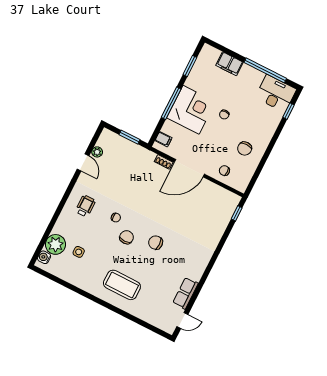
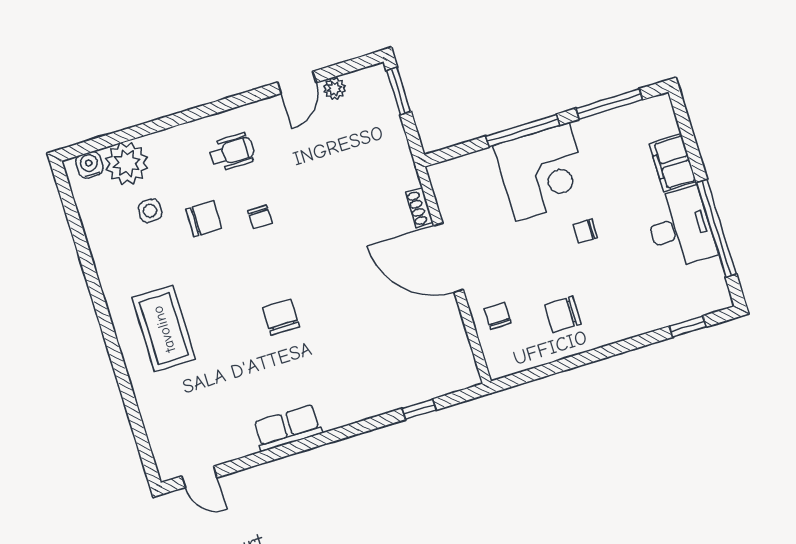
window: (190, 66) -> (609, 104), width x1.44
desk: (276, 93) -> (680, 228), moved
window: (129, 137) -> (399, 91), moved
filing cabinet: (164, 139) -> (455, 173), removed
window: (237, 213) -> (419, 409), moved
chair: (127, 237) -> (204, 219), moved
row of seats: (185, 293) -> (288, 428), moved

